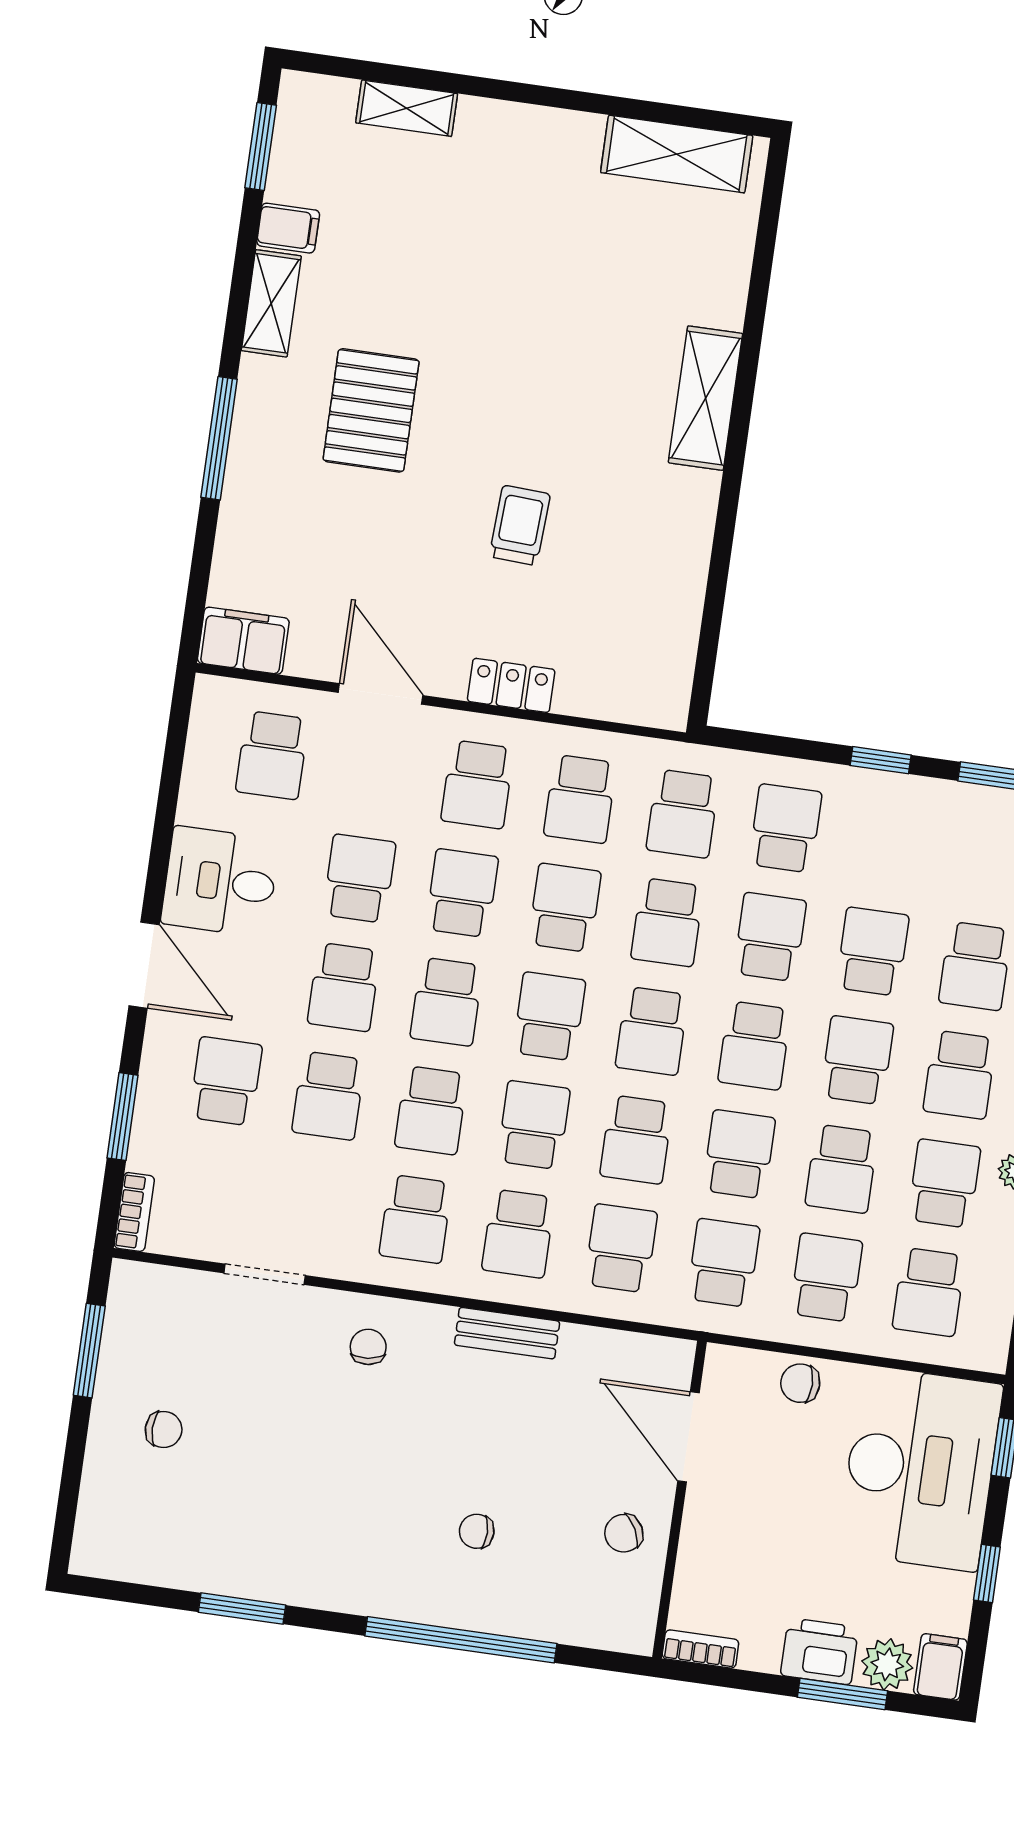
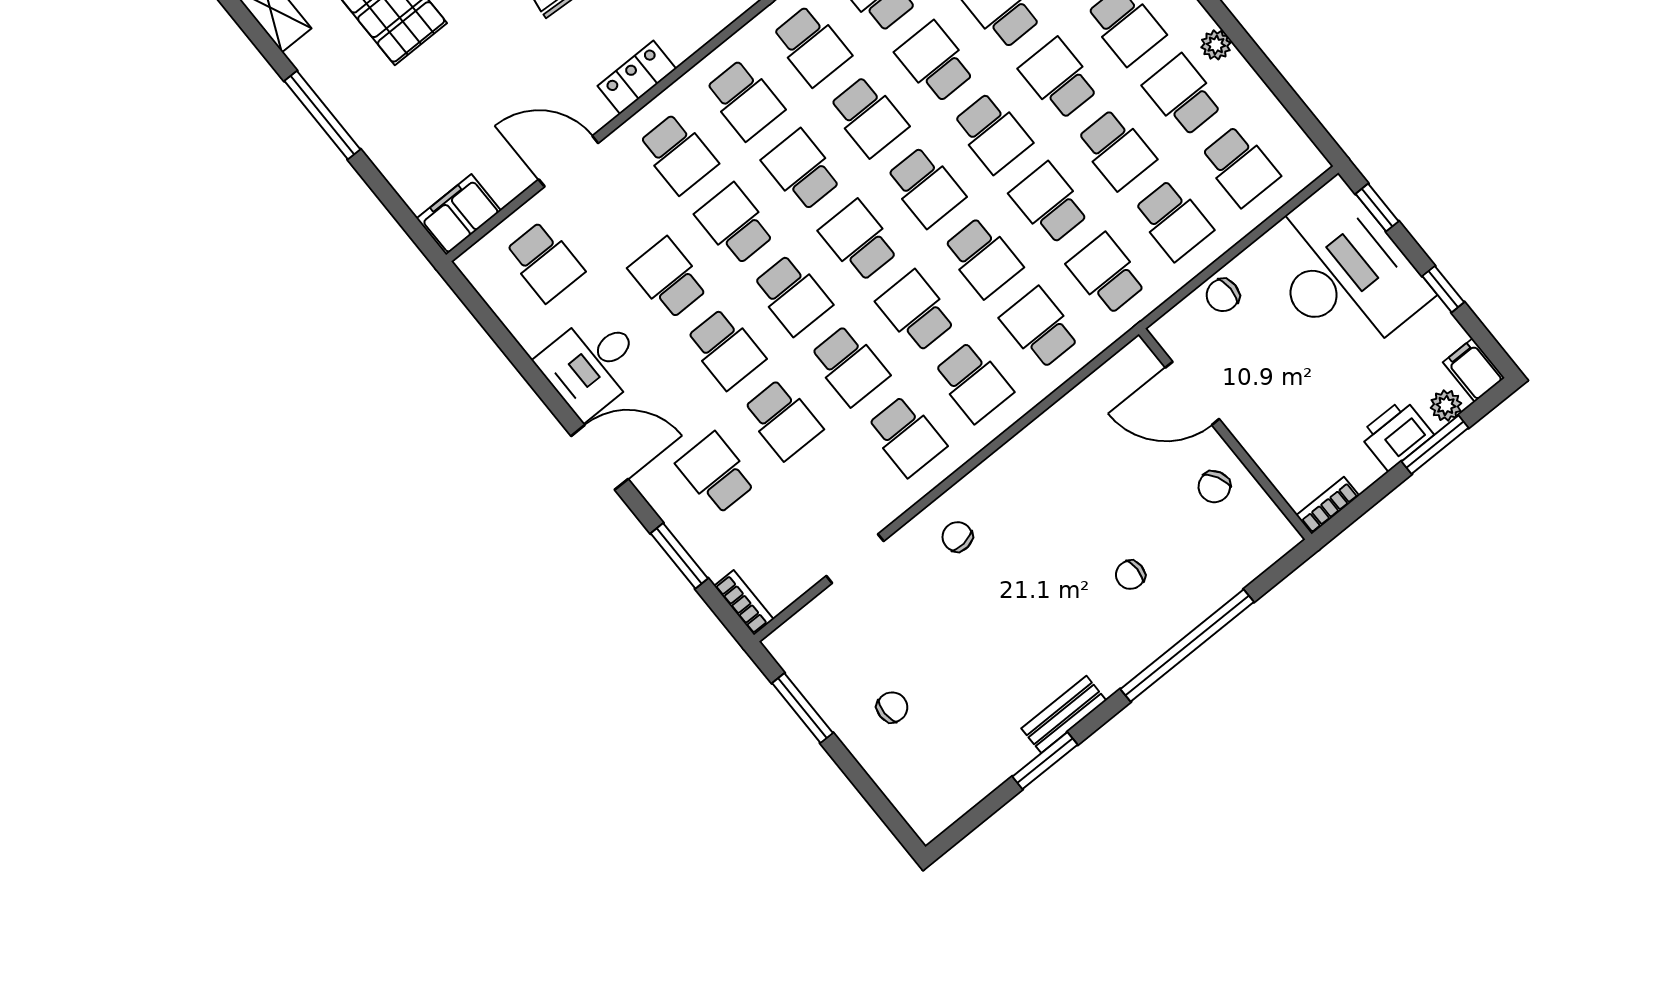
school desk: (826, 1277) -> (1173, 220), turned 180
bench: (507, 1333) -> (1064, 714), moved
plant: (887, 1664) -> (1446, 405), width x0.73, depth x0.73

